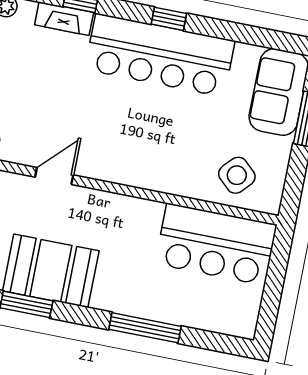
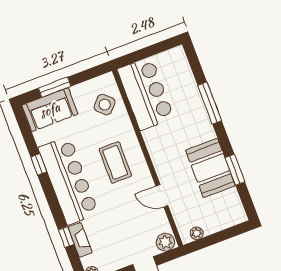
window: (169, 19) -> (39, 164), moved
coffee table: (144, 139) -> (115, 162), added

